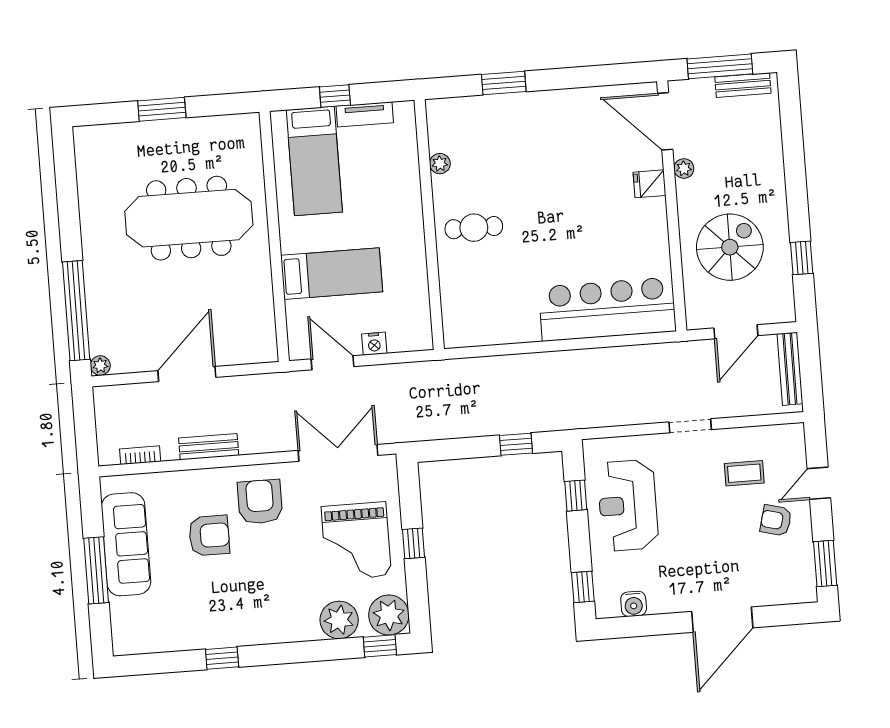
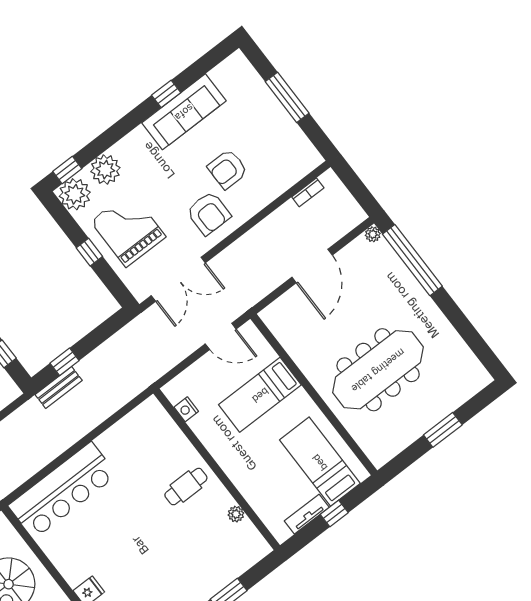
nightstand: (374, 344) -> (186, 409), moved, turned -90
bench: (209, 447) -> (59, 387), moved
sofa: (126, 544) -> (184, 112), moved, turned -90

